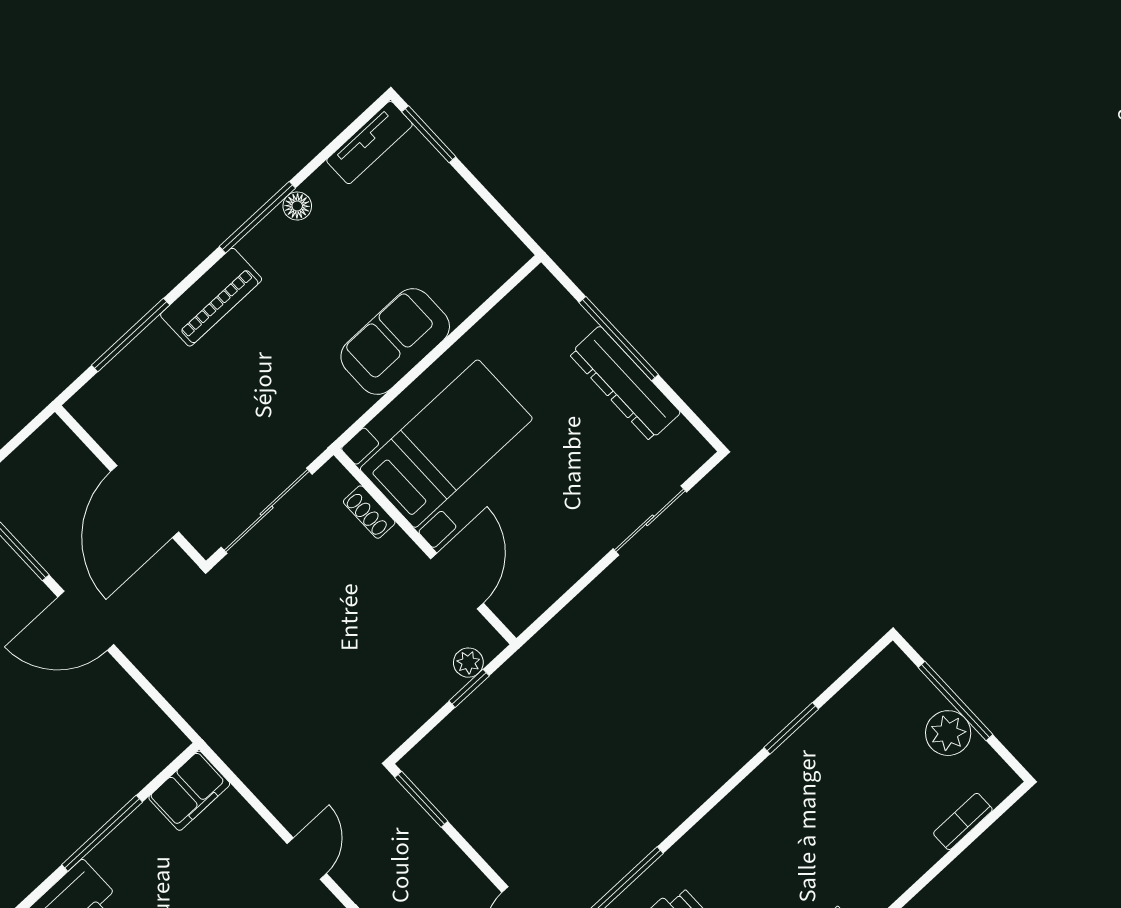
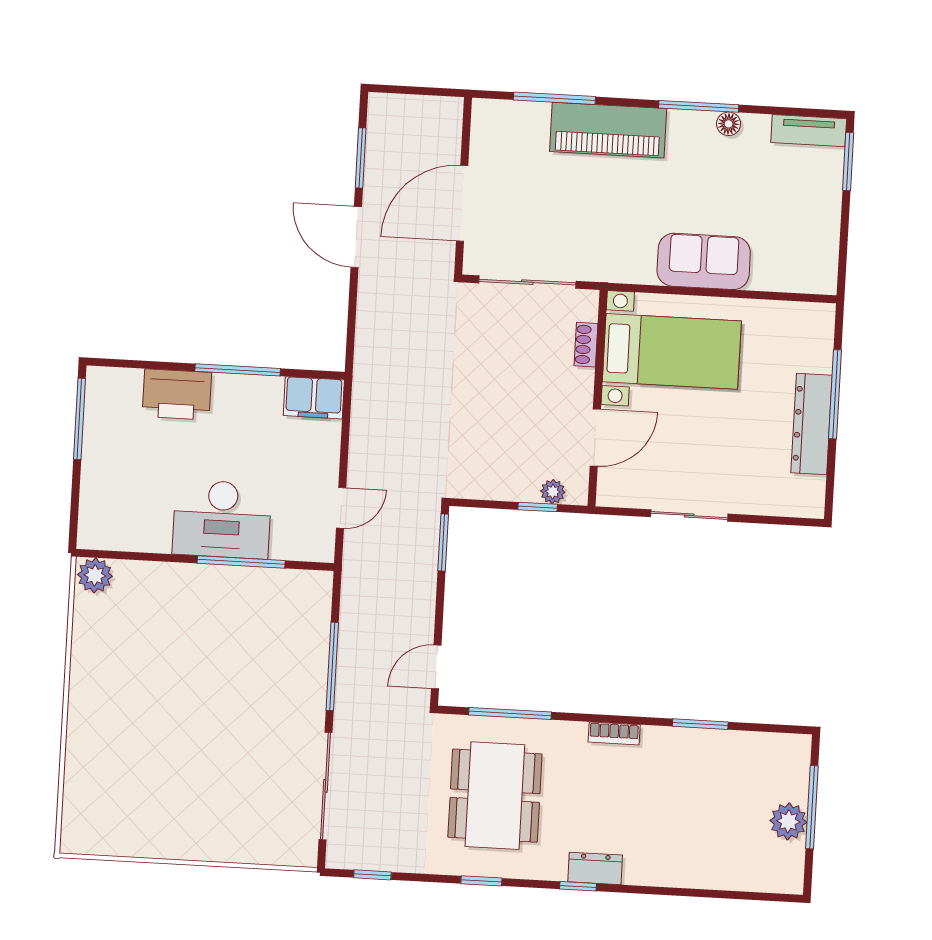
piano: (211, 297) -> (608, 130), width x1.37, depth x1.33
sliding door: (650, 520) -> (689, 515), moved
bookcase: (963, 821) -> (614, 733), moved, turned 180

